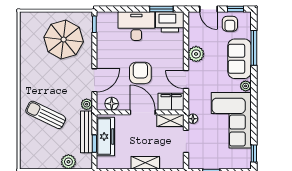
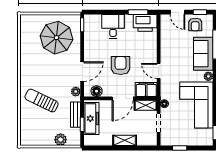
desk: (136, 26) -> (113, 26), width x0.73
plant: (196, 54) -> (167, 50), removed
door: (143, 112) -> (123, 98), swing flipped
bench: (86, 132) -> (76, 115), width x0.73

